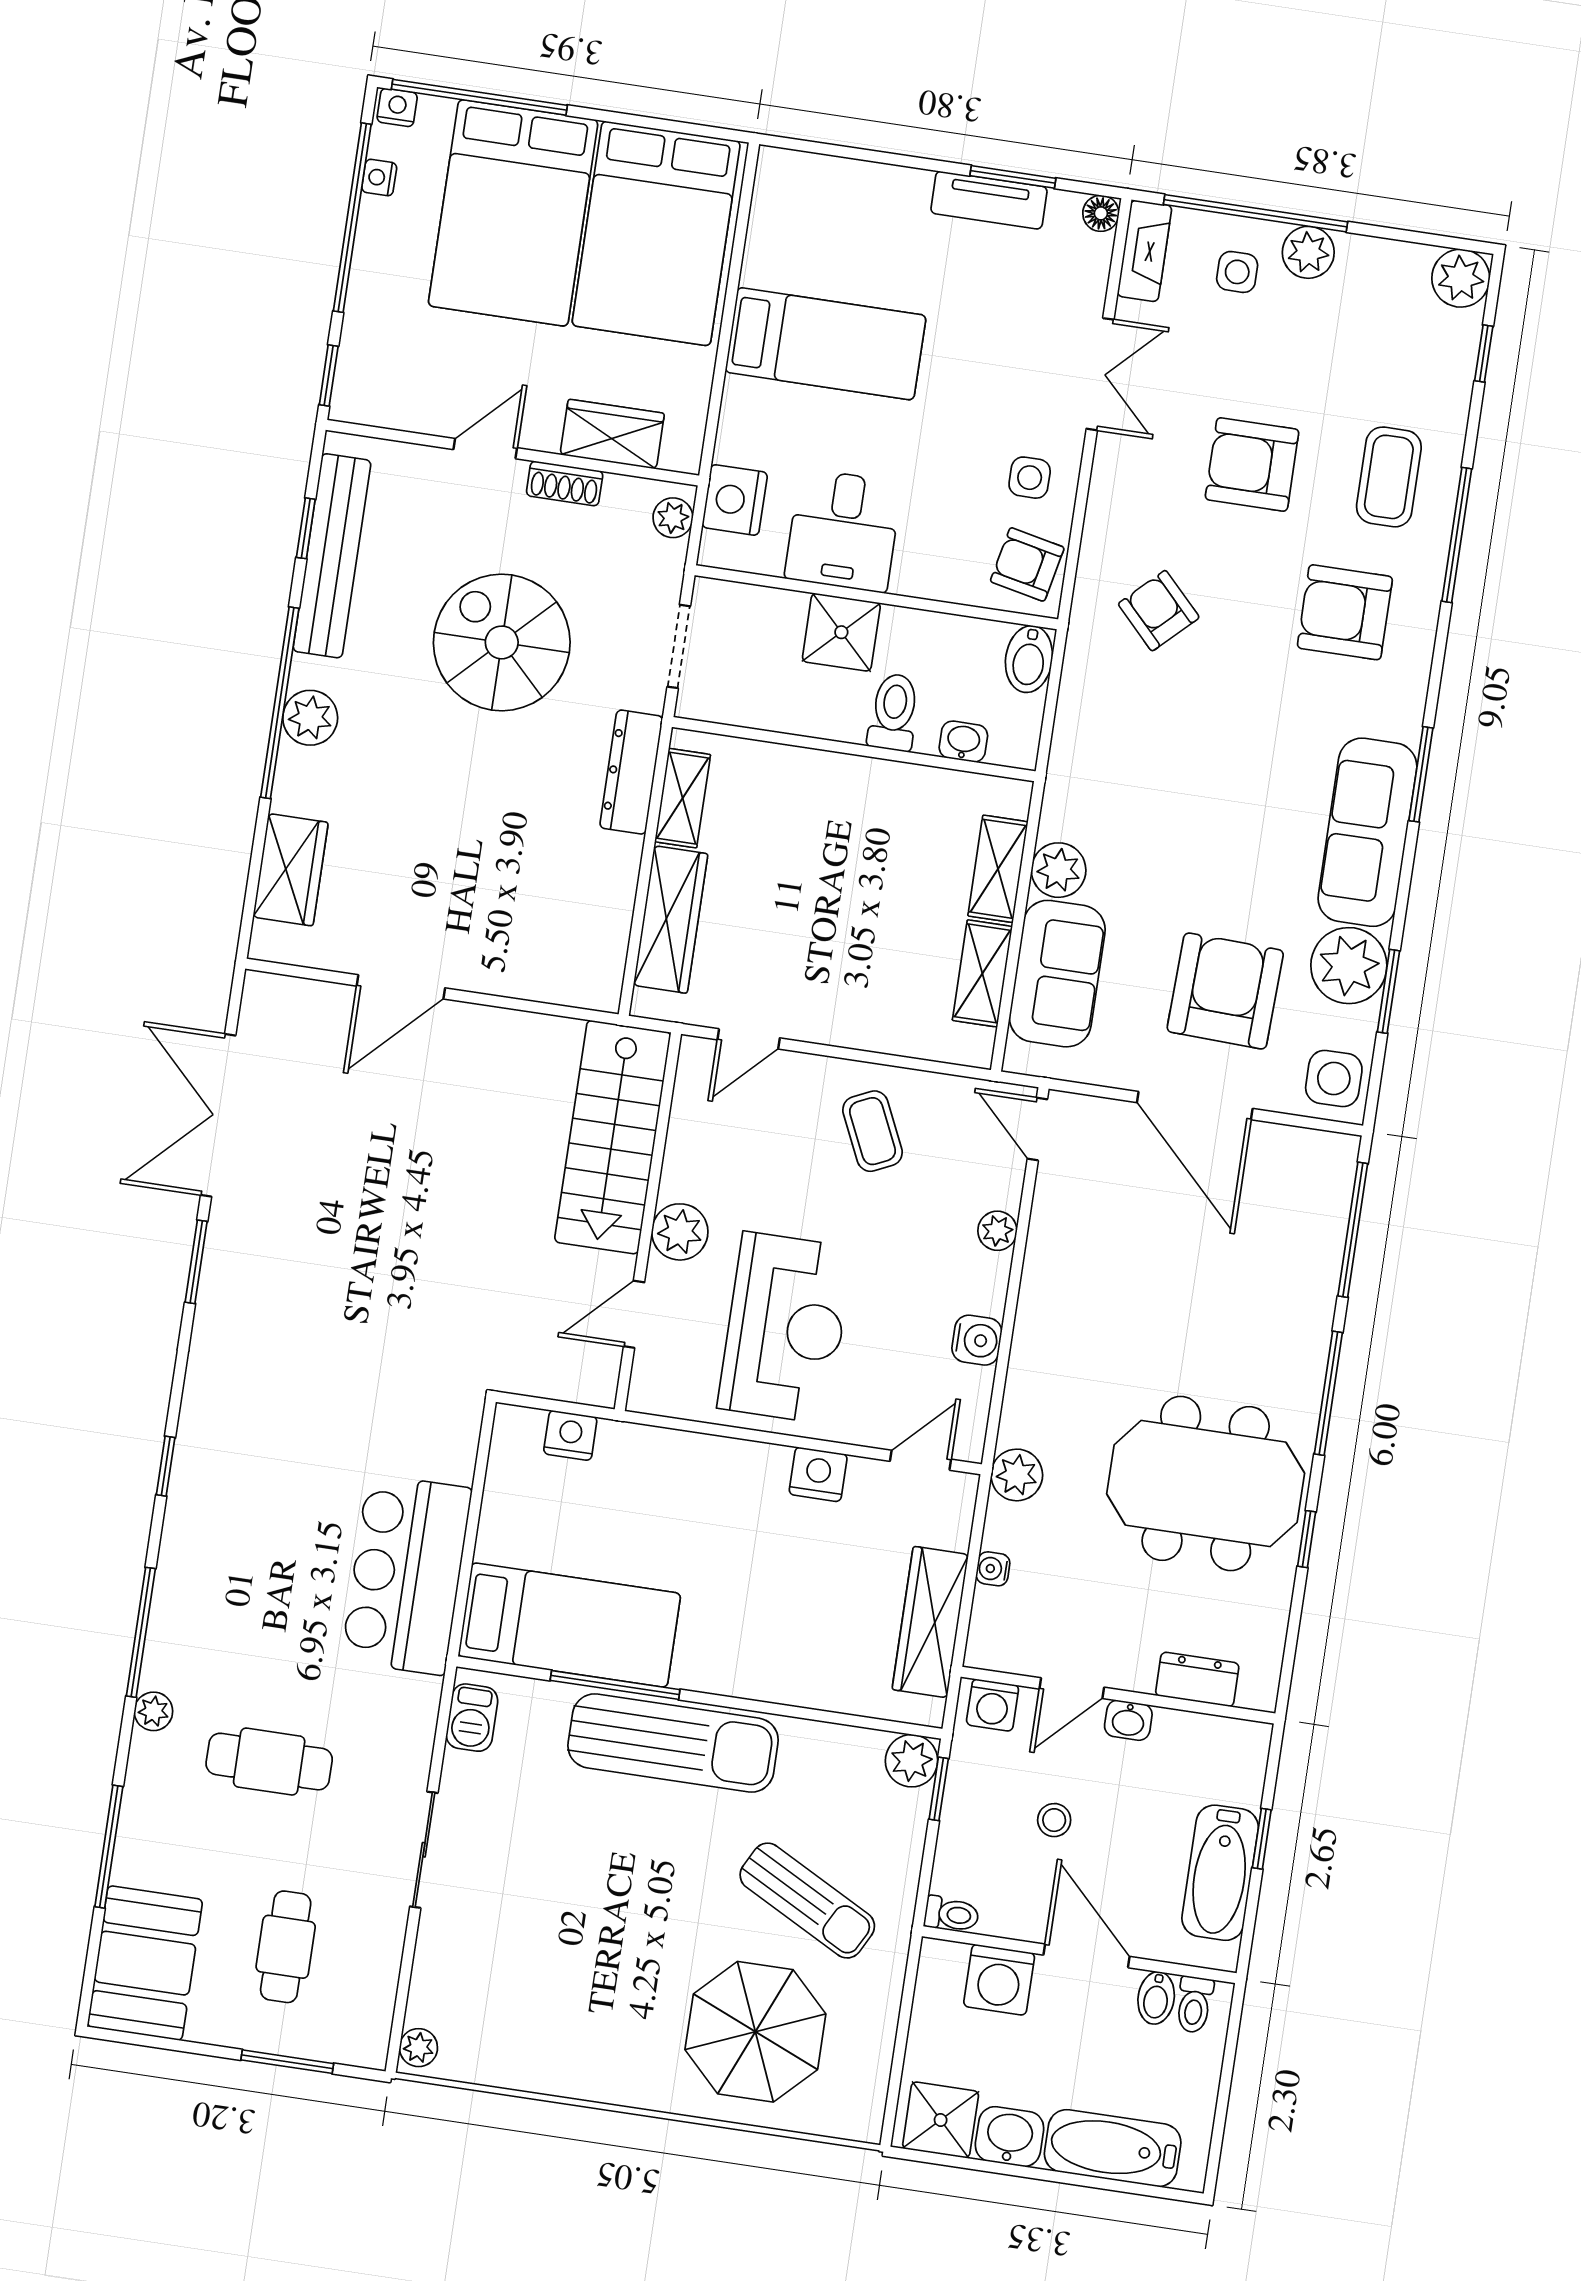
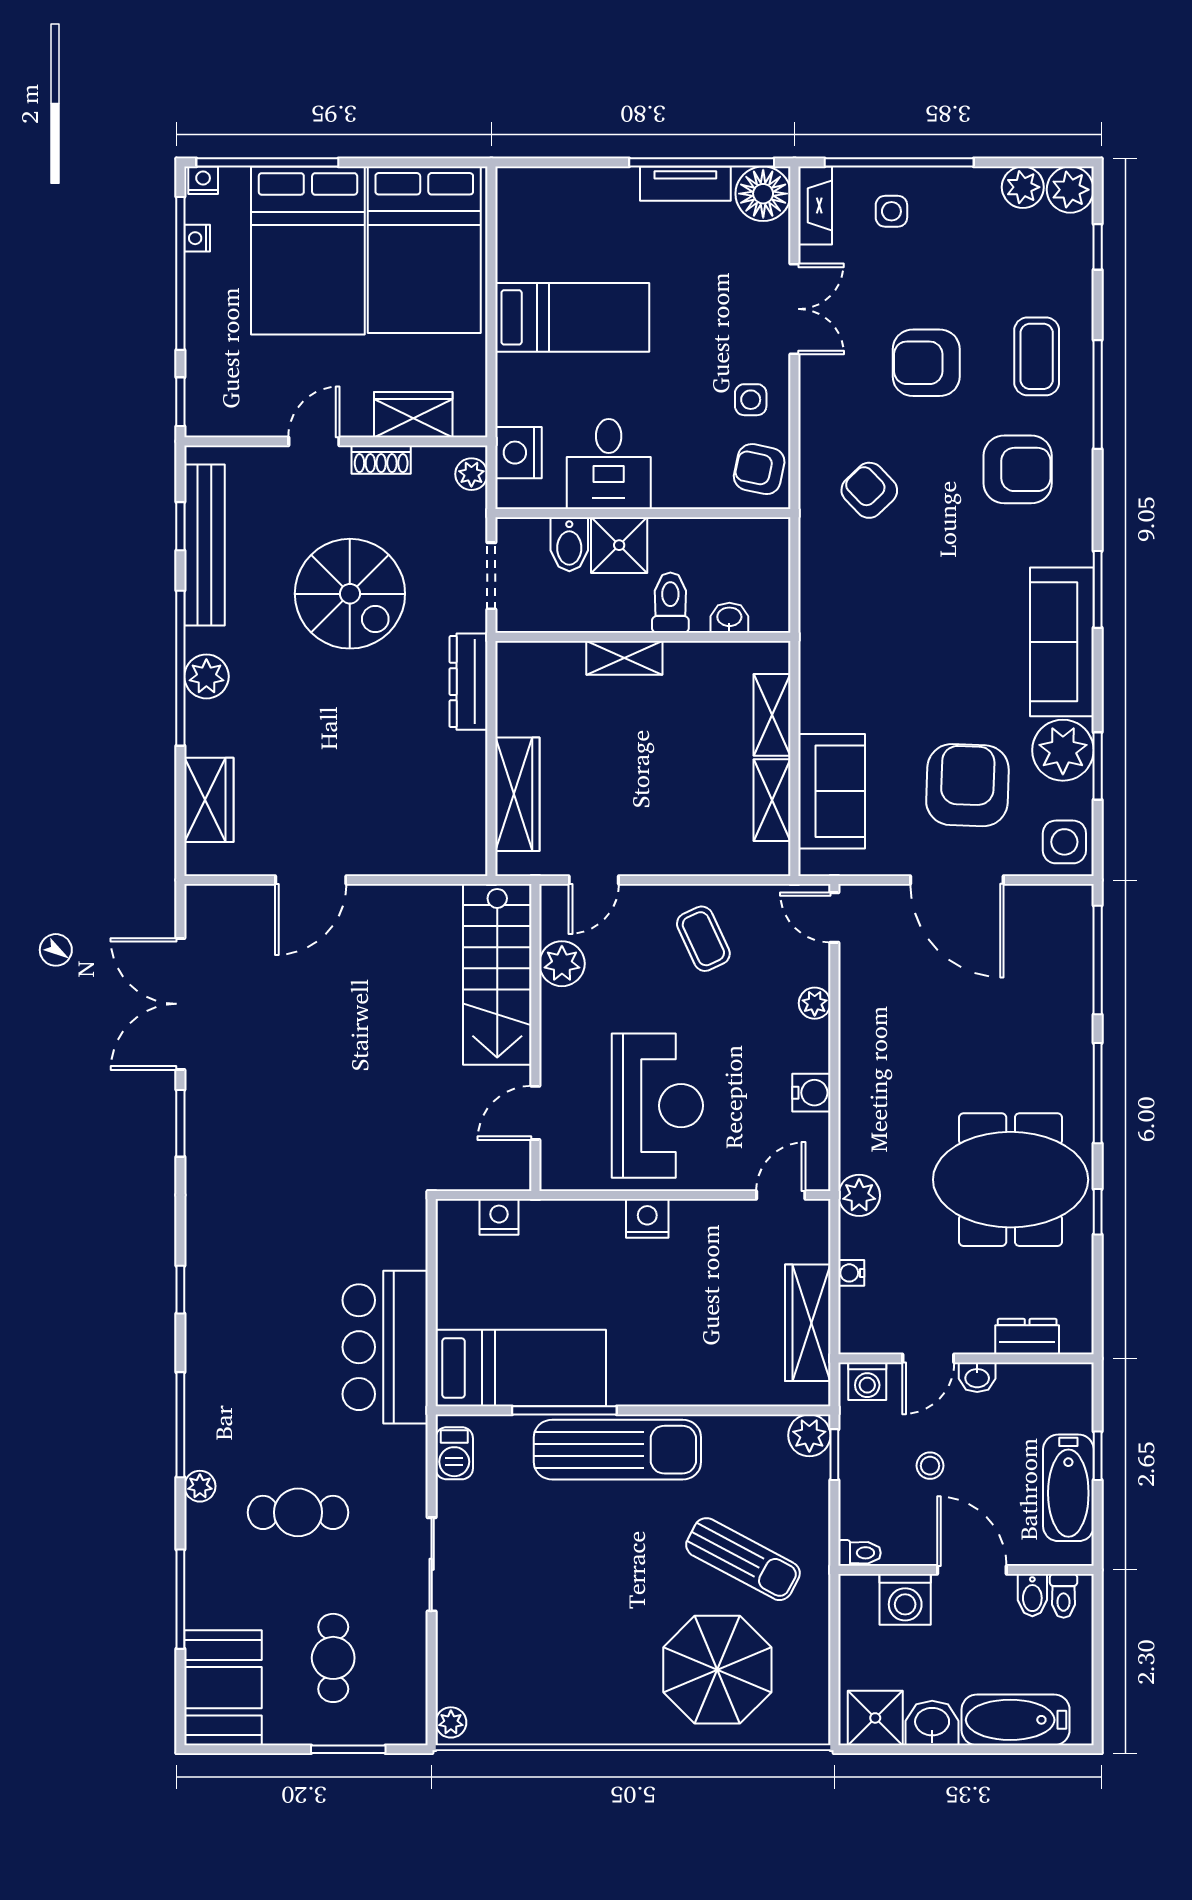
window: (1013, 177) -> (702, 162), width x2.11
floor lamp: (1101, 213) -> (763, 194), width x1.89, depth x1.89
plant: (1308, 252) -> (1023, 187), moved
armchair: (1345, 612) -> (1018, 469), turned 180
spiral stairs: (502, 642) -> (350, 594), turned 180
bidet: (1029, 659) -> (569, 544), moved
shelving: (683, 798) -> (624, 658), moved, turned 90
plant: (1059, 870) -> (820, 709), removed
plant: (680, 1232) -> (562, 964), moved
nightstand: (818, 1474) -> (647, 1218), moved

